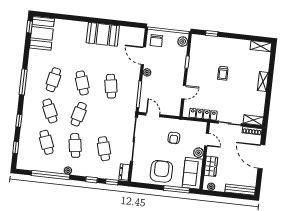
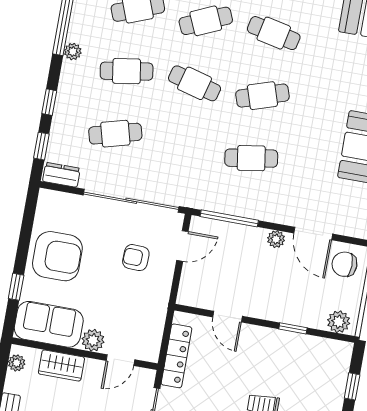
door: (143, 56) -> (313, 233), swing flipped
armchair: (174, 138) -> (136, 258), moved
window: (177, 189) -> (16, 287), width x0.46

